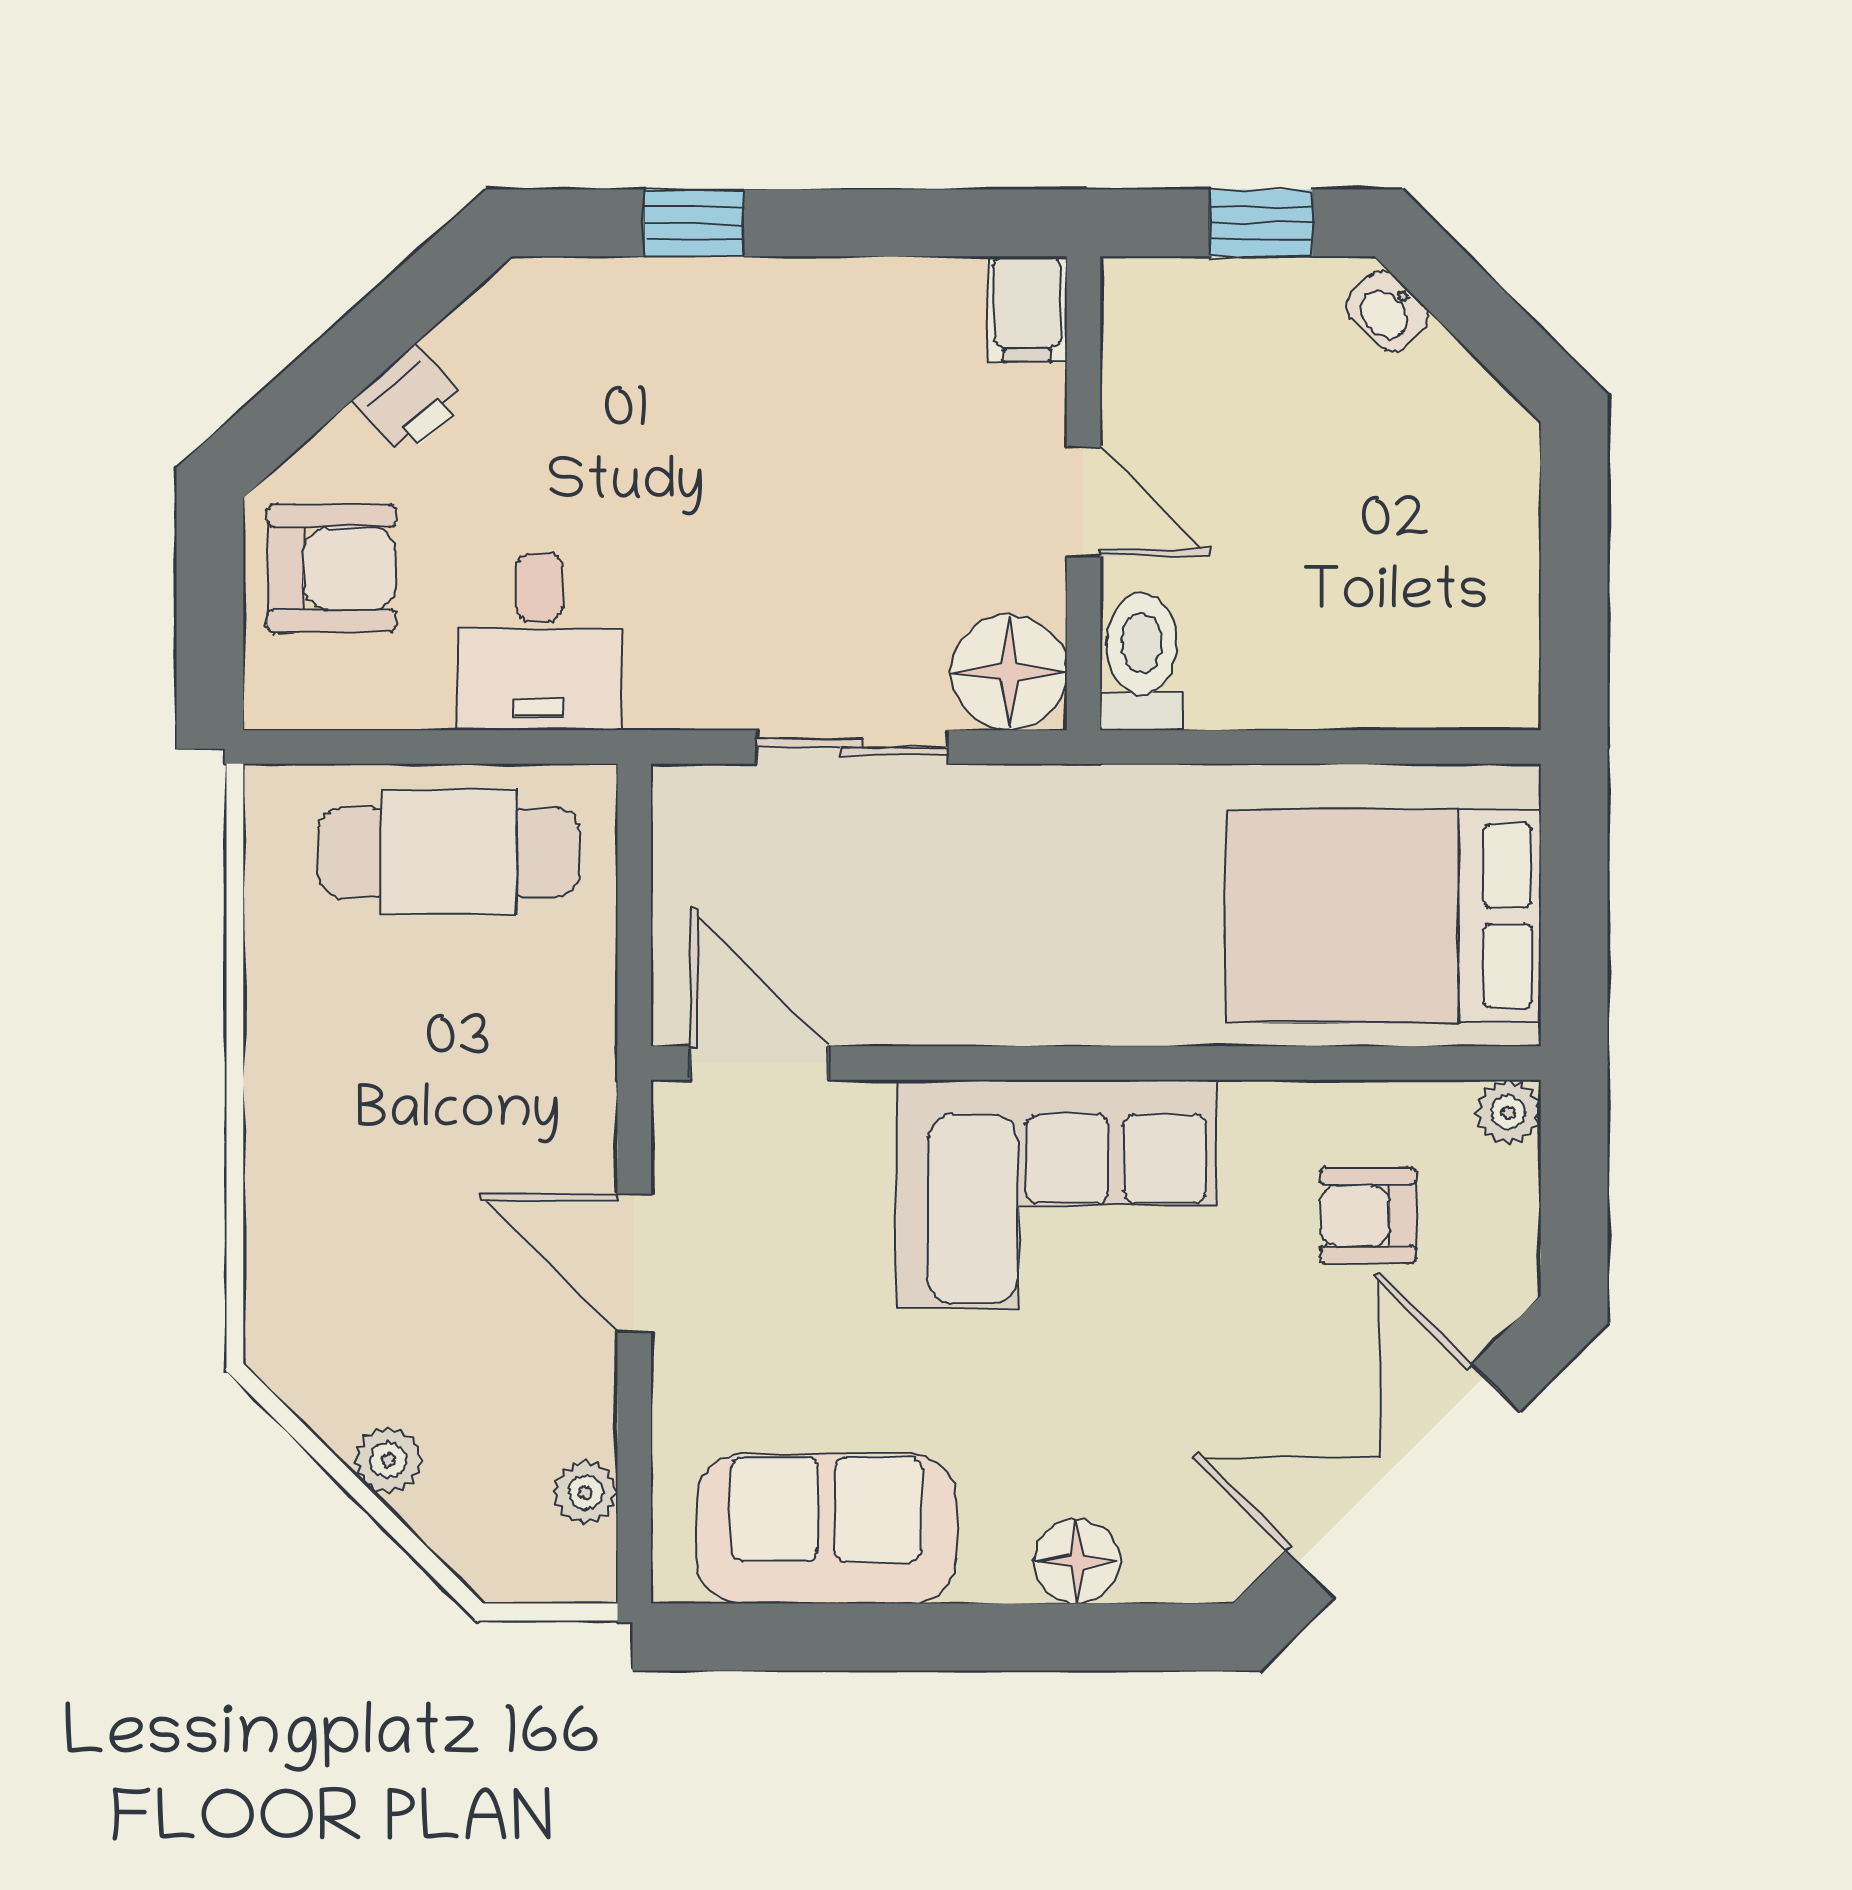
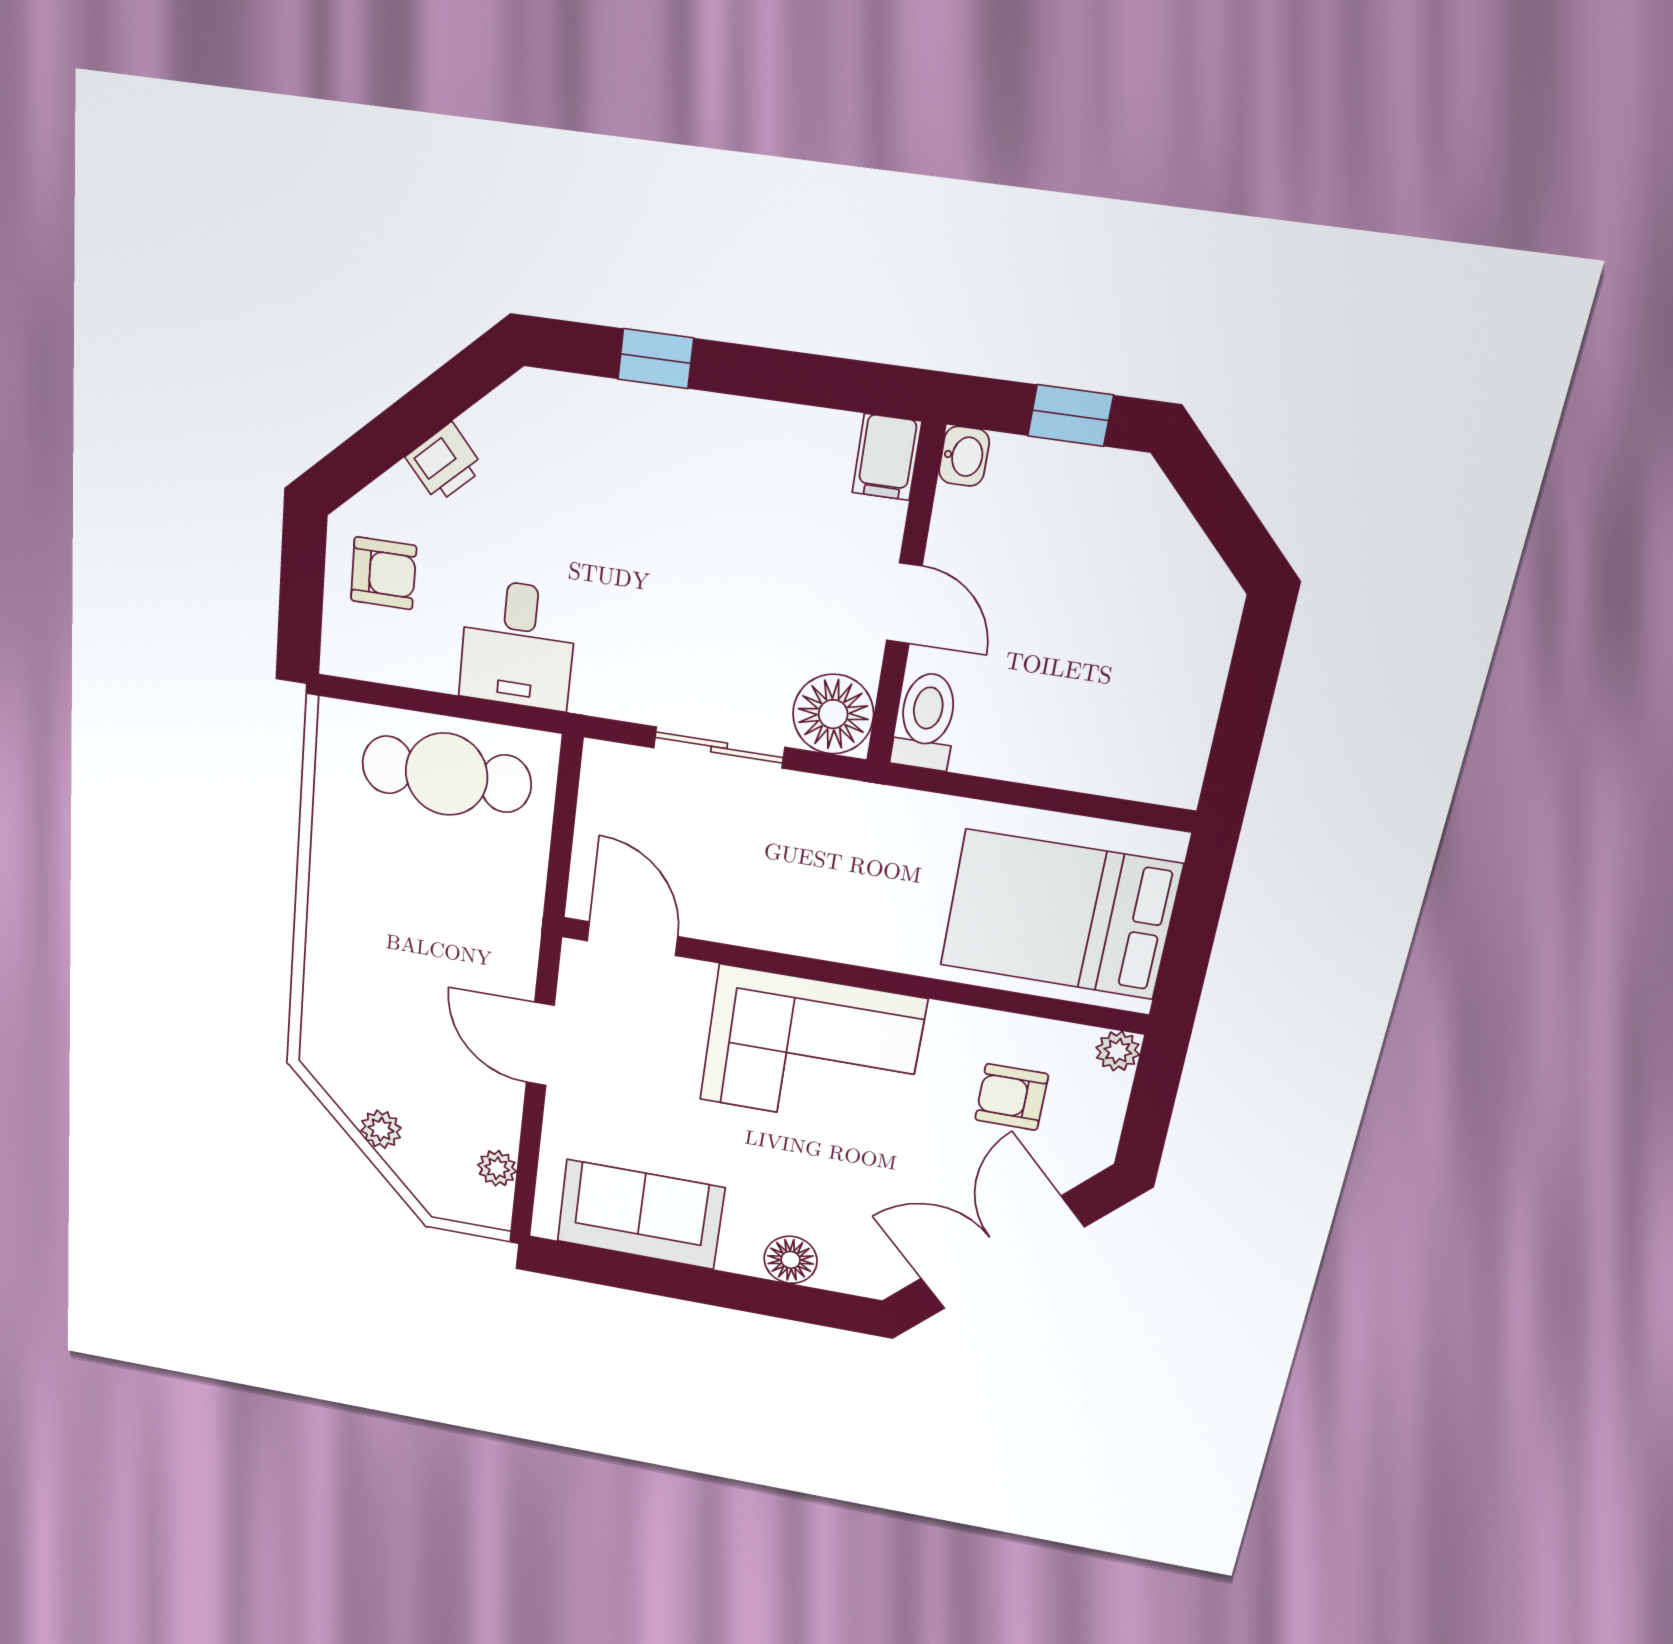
washbasin: (1387, 311) -> (964, 456), moved, turned -135
armchair: (332, 568) -> (384, 573), width x0.72, depth x0.72

